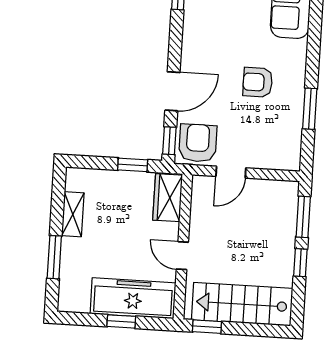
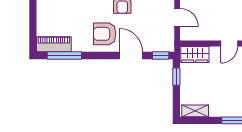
armchair: (198, 143) -> (105, 34), moved
shelving: (73, 214) -> (195, 111), moved

